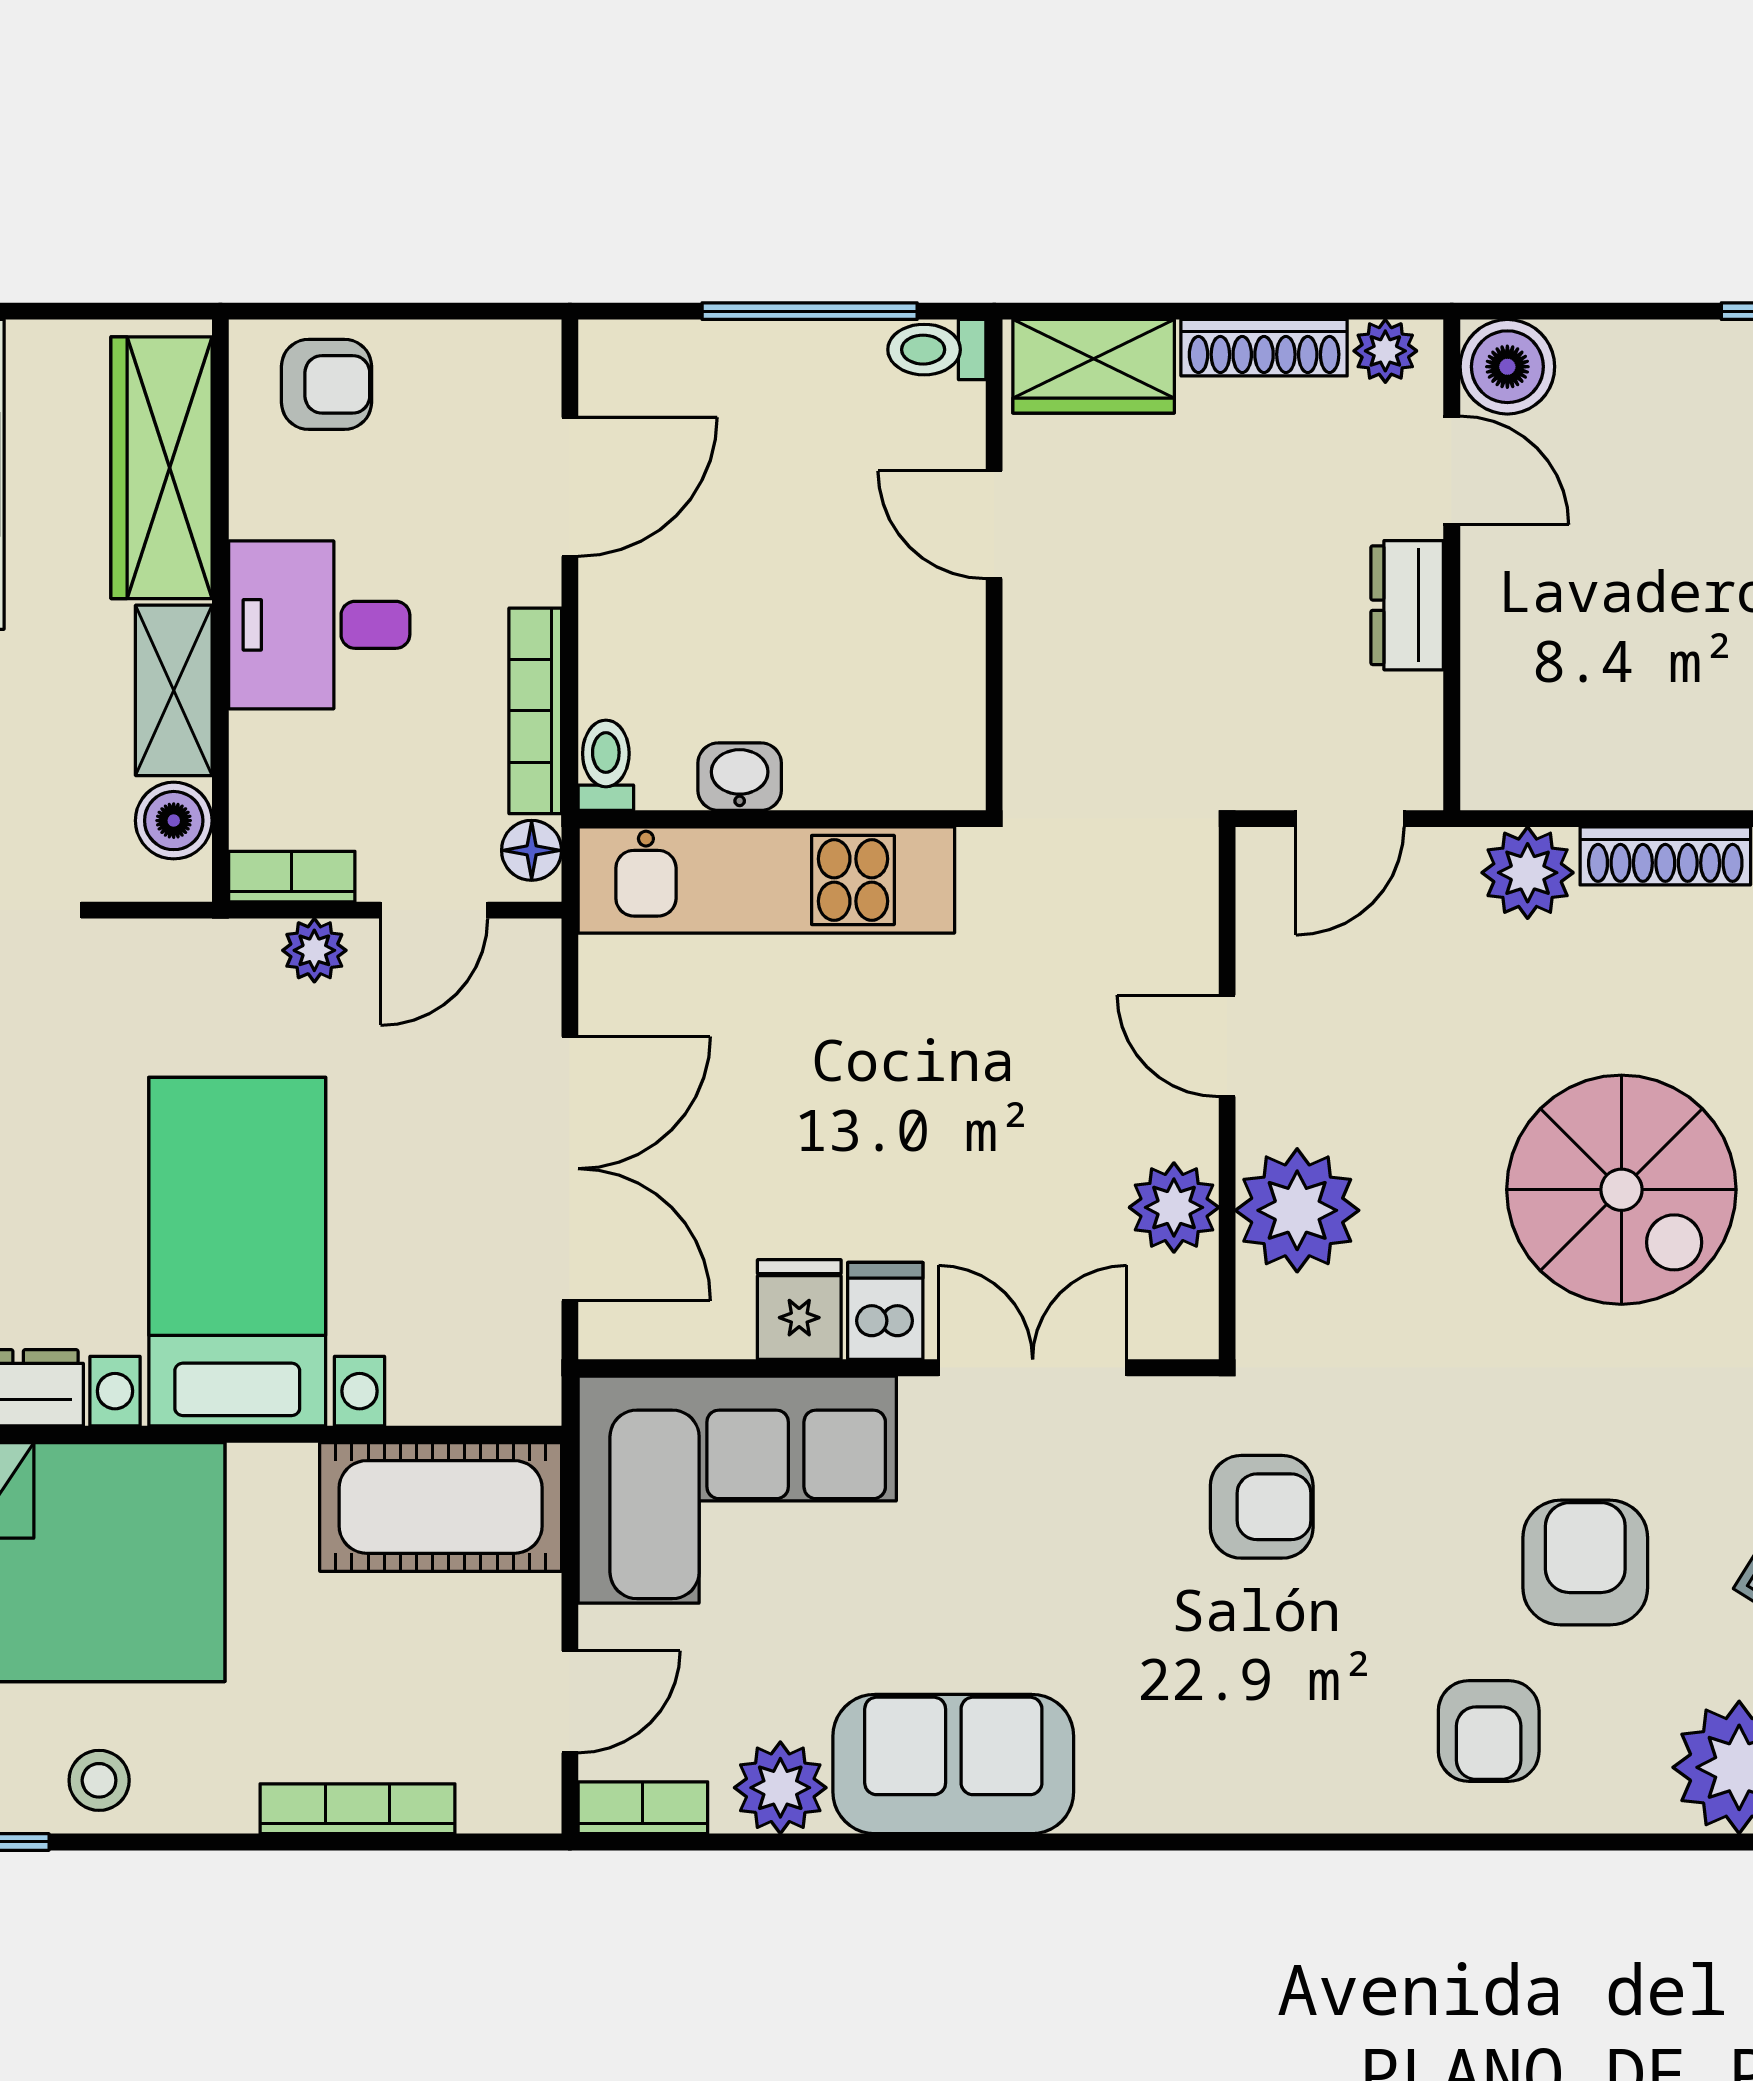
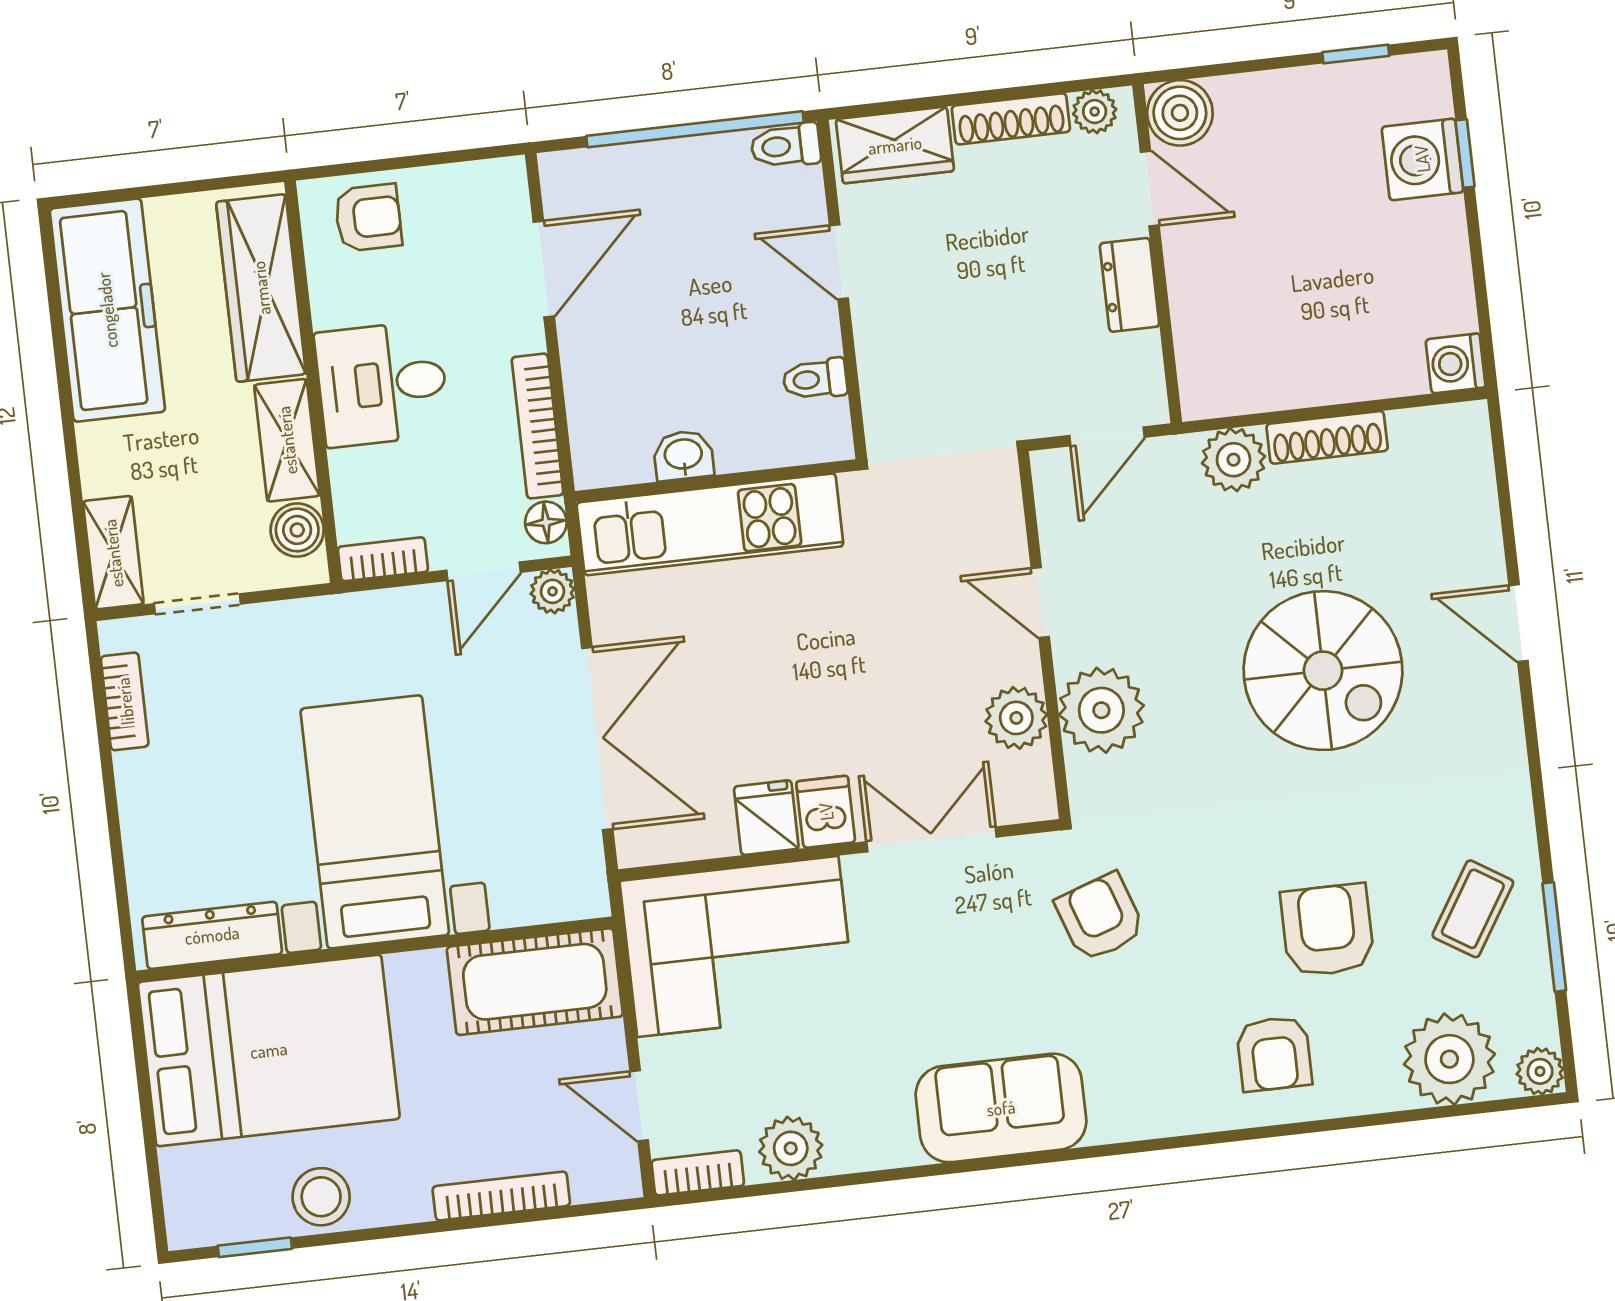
window: (810, 311) -> (695, 129), width x1.46
toilet: (606, 765) -> (815, 379), moved, turned -90
plant: (314, 950) -> (552, 591), moved
armchair: (1262, 1507) -> (1100, 917), turned -109
door: (570, 1702) -> (639, 1106), swing flipped
sofa: (953, 1764) -> (1001, 1108), moved
stool: (99, 1780) -> (321, 1197), width x1.37, depth x1.37

